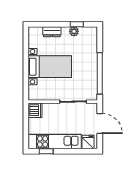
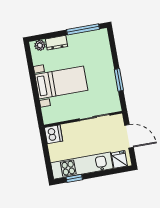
window: (77, 24) -> (83, 29), width x2.17
plant: (74, 31) -> (40, 45), moved
window: (100, 73) -> (119, 80), width x0.47

